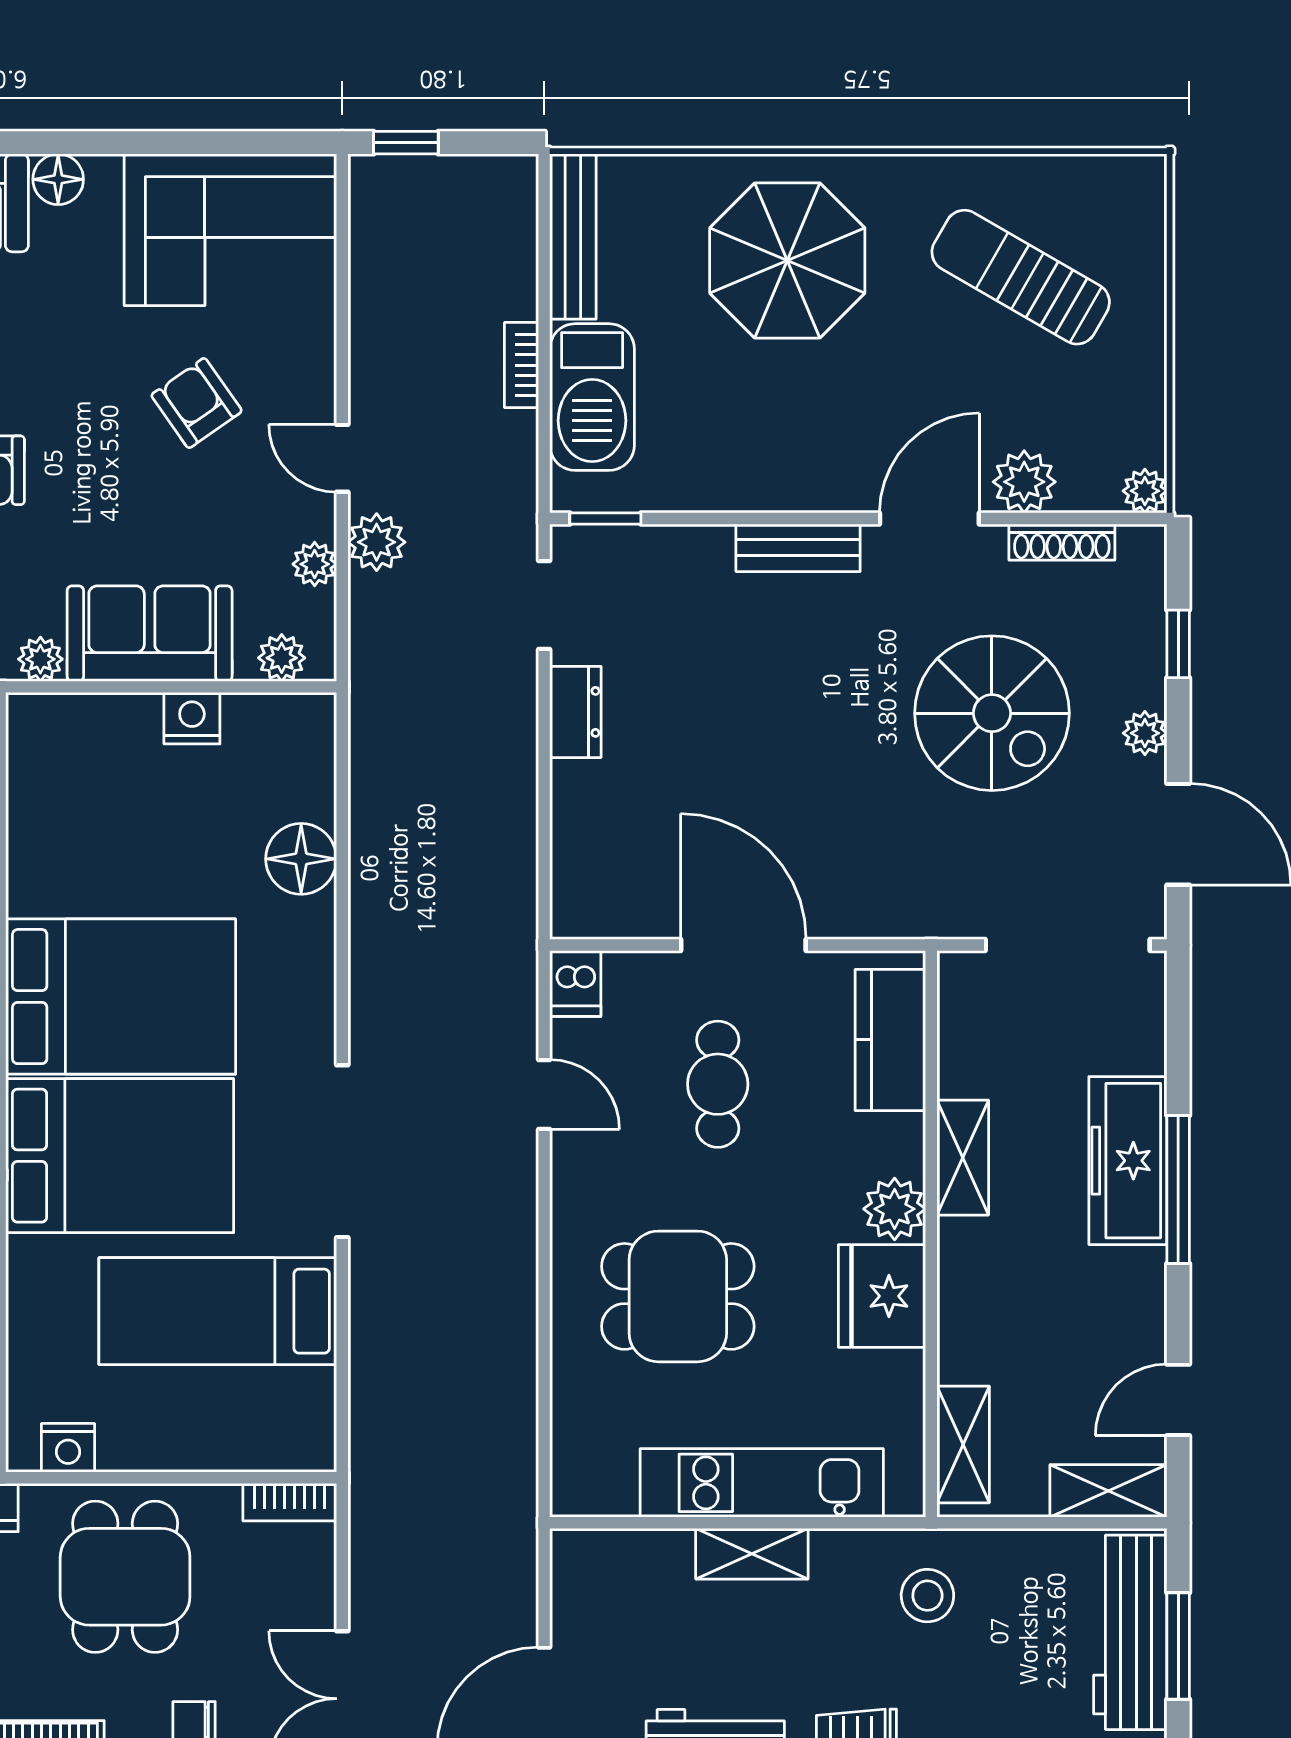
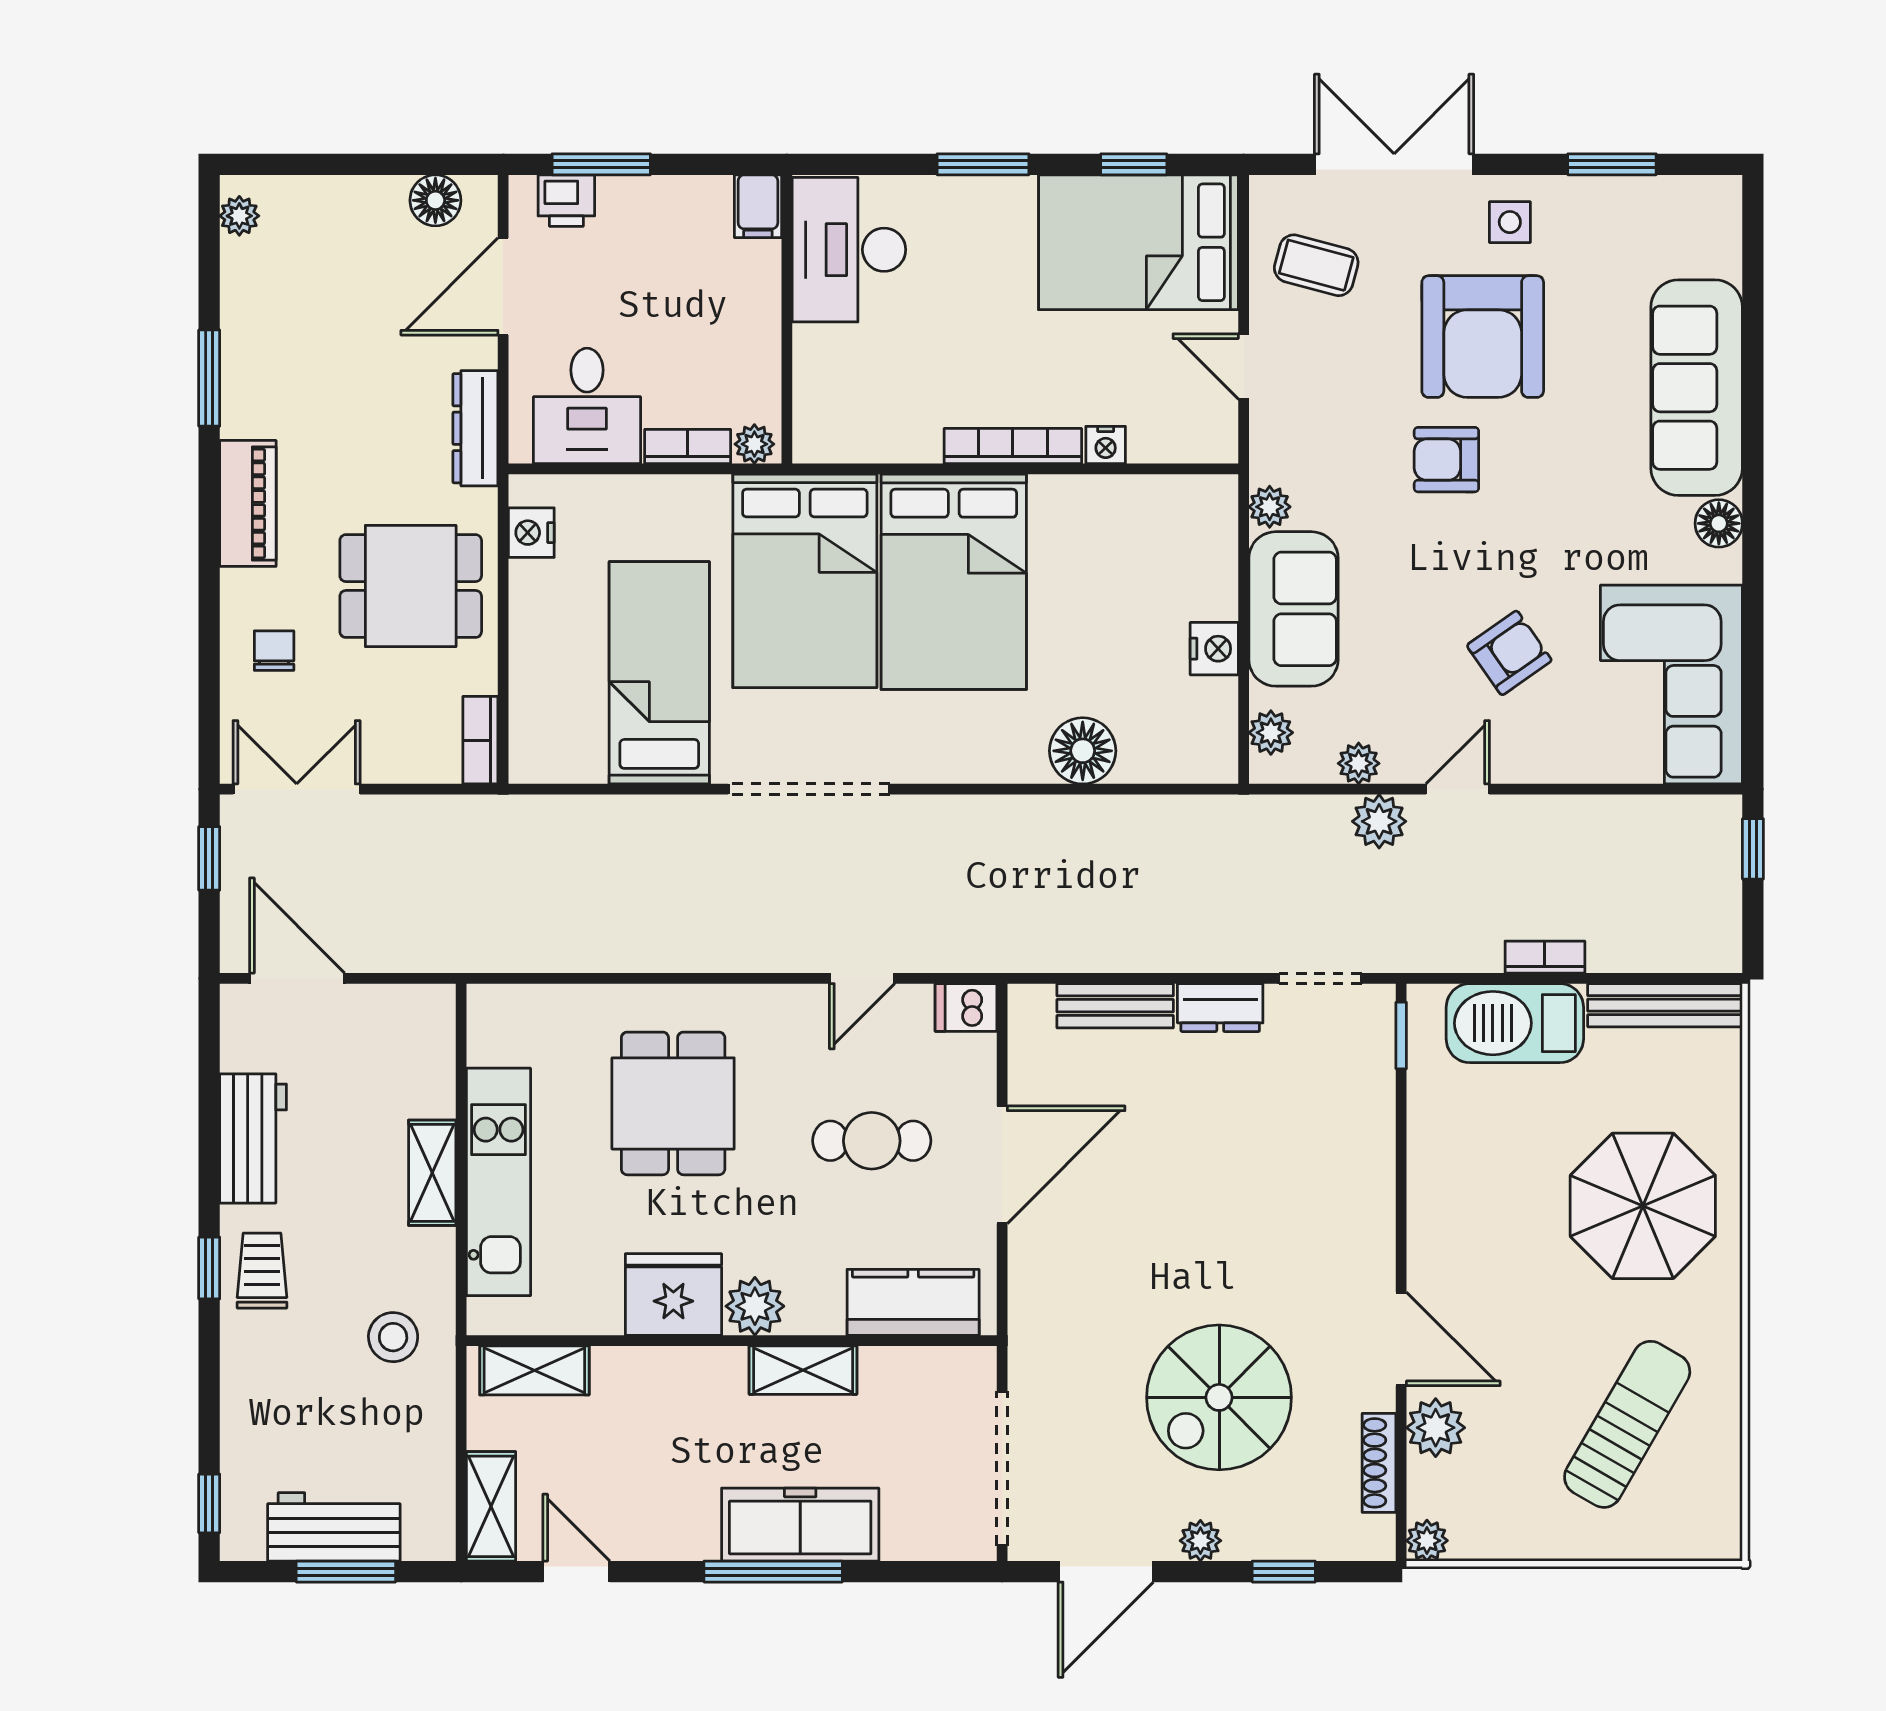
bench: (798, 548) -> (1115, 1006), moved, turned 90
workbench: (1130, 1632) -> (334, 1527), width x0.73

